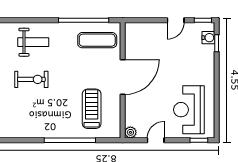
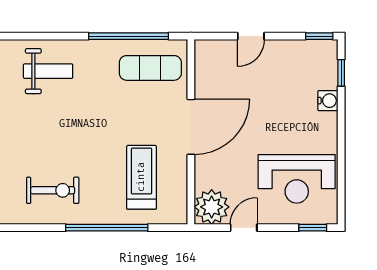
door: (176, 20) -> (251, 36), moved
water cooler: (208, 38) -> (328, 101), moved
exercise bike: (31, 79) -> (53, 190), moved
reception desk: (189, 110) -> (297, 179), turned -90
plant: (130, 132) -> (212, 207), width x1.88, depth x1.88

